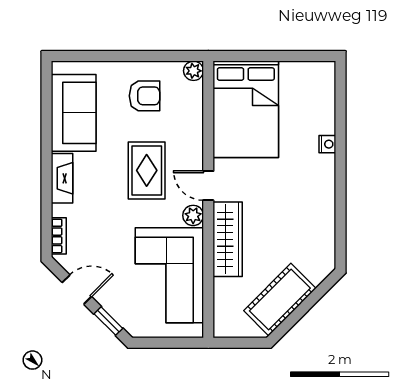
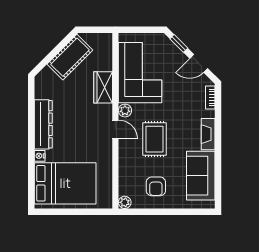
armchair: (144, 96) -> (156, 186), turned -90
bed: (246, 109) -> (65, 183), moved, turned 90
dresser: (322, 194) -> (43, 124), added
wardrobe: (228, 239) -> (103, 87), width x0.67

